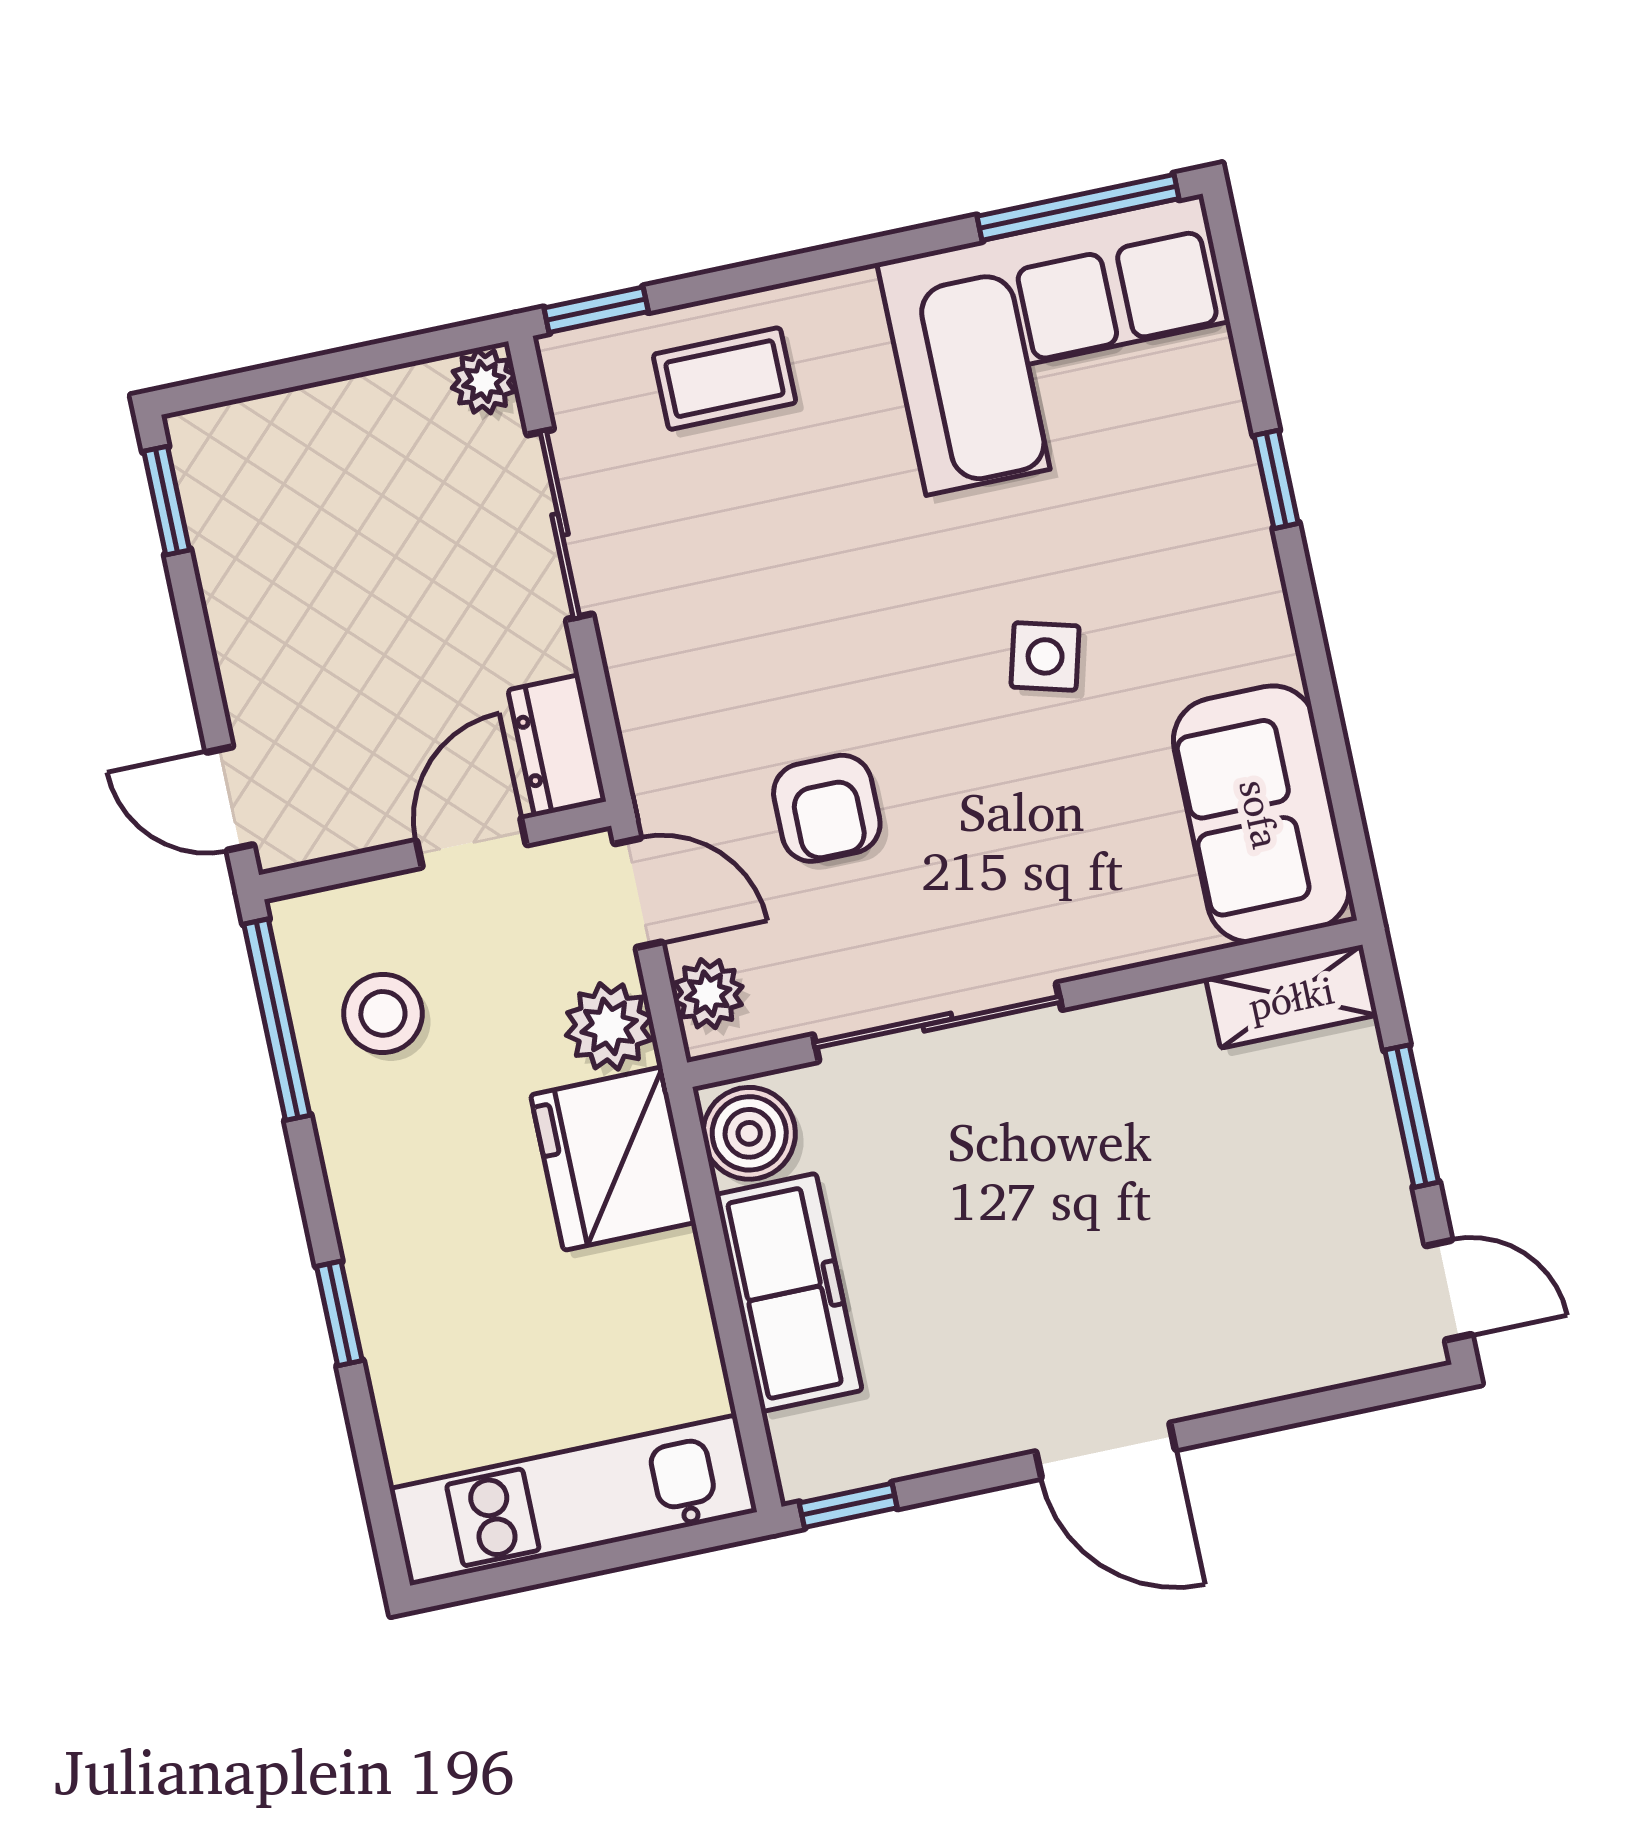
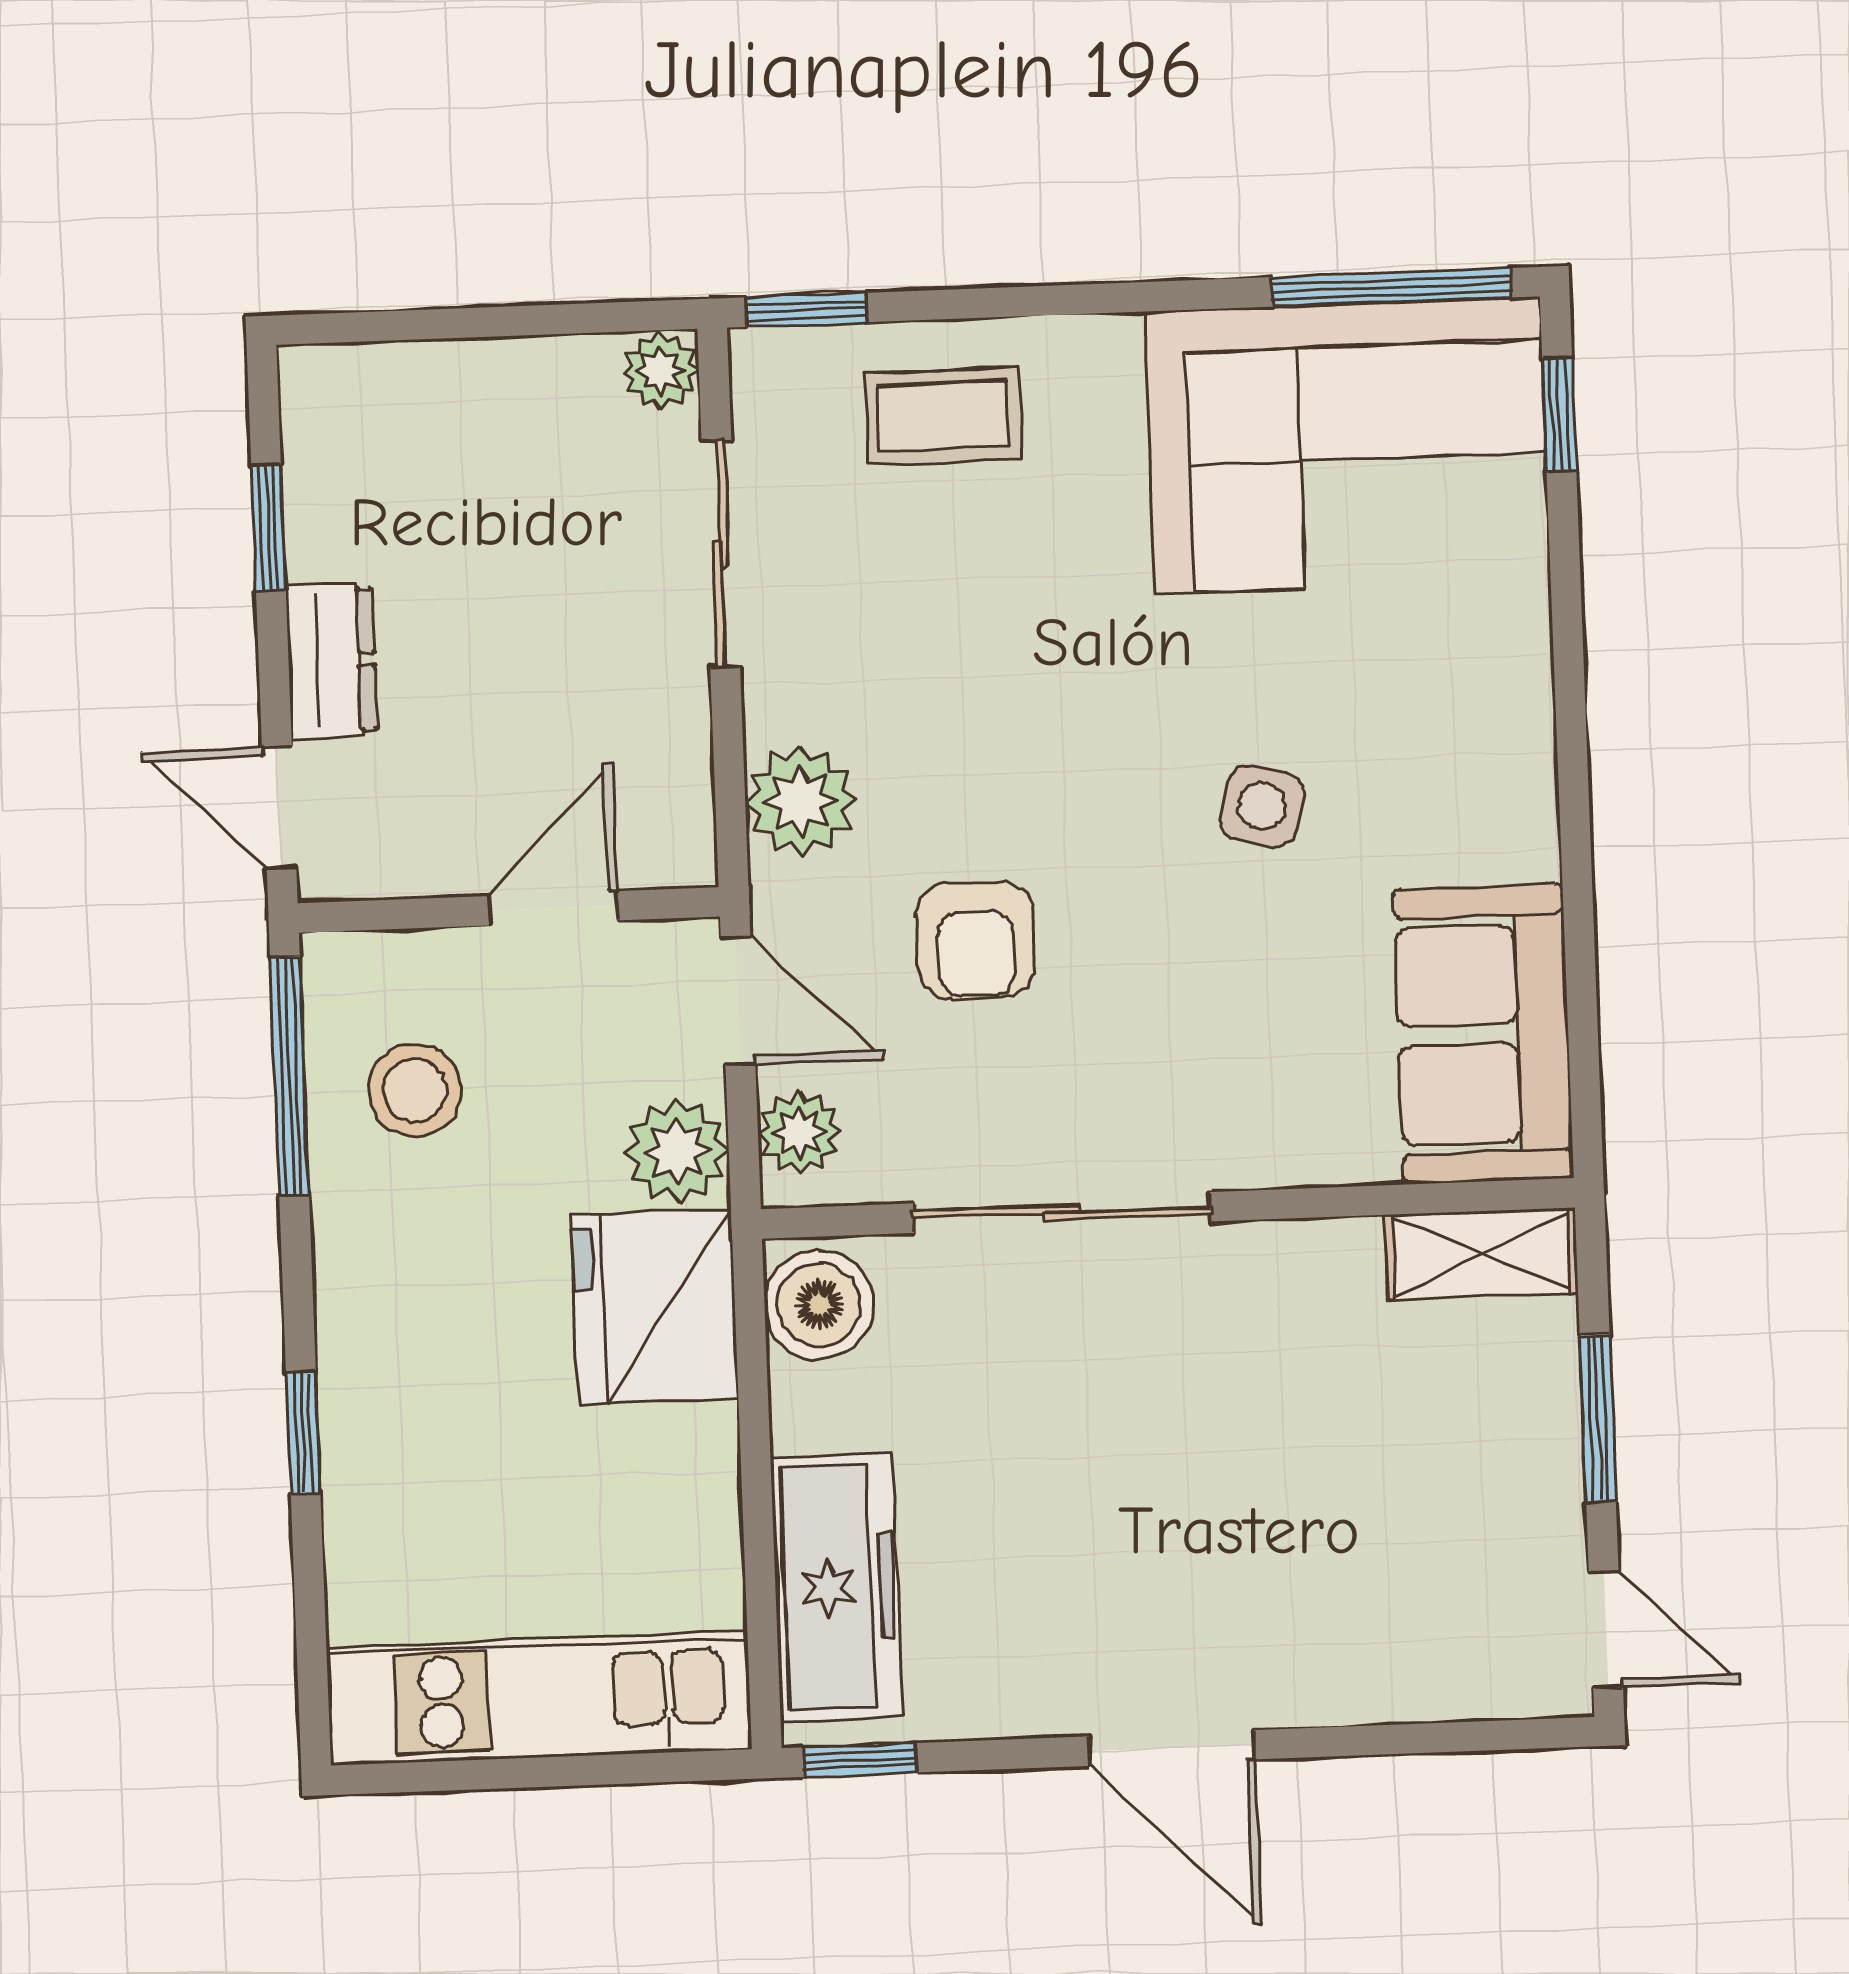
window: (1276, 479) -> (1559, 415), moved
window: (167, 501) -> (268, 527), moved
plant: (662, 718) -> (801, 801), added
dresser: (557, 746) -> (332, 661), moved, turned 180
freezer: (789, 1292) -> (837, 1587), moved

